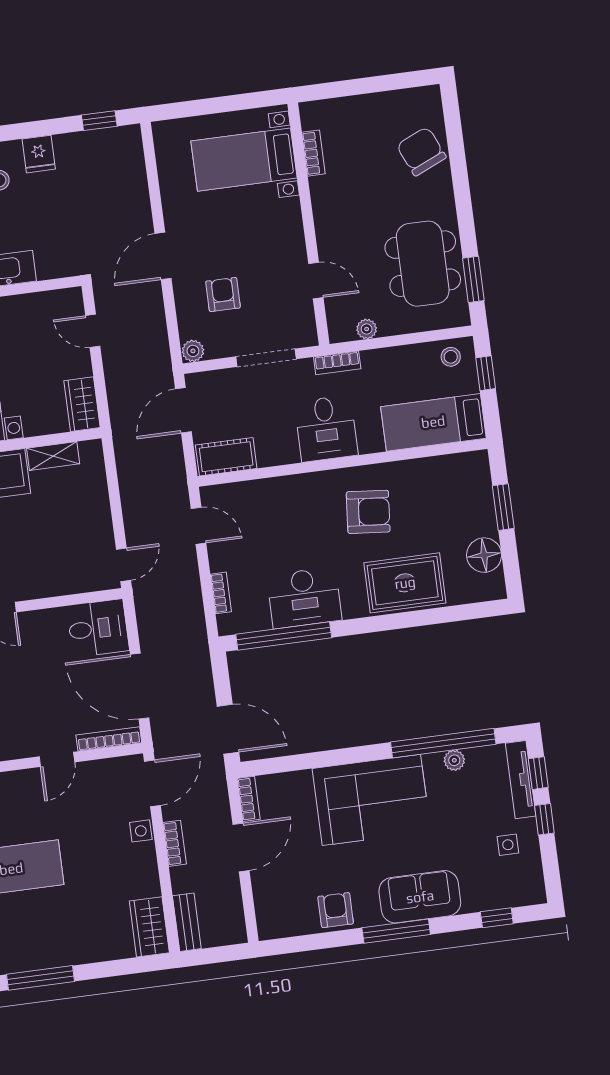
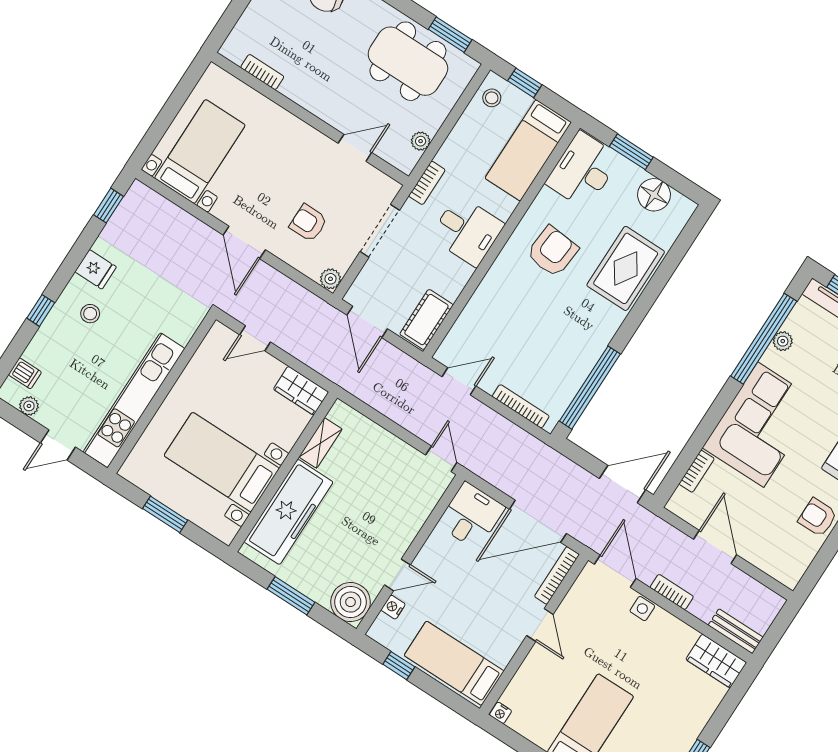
bed with nightstands: (244, 160) -> (200, 152), moved, turned 180
bookcase: (221, 593) -> (521, 406), width x1.56
desk: (304, 598) -> (583, 170), moved, turned 180
bookcase: (249, 799) -> (697, 471), moved, turned 90

